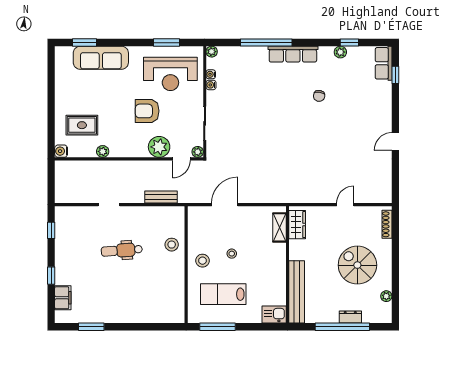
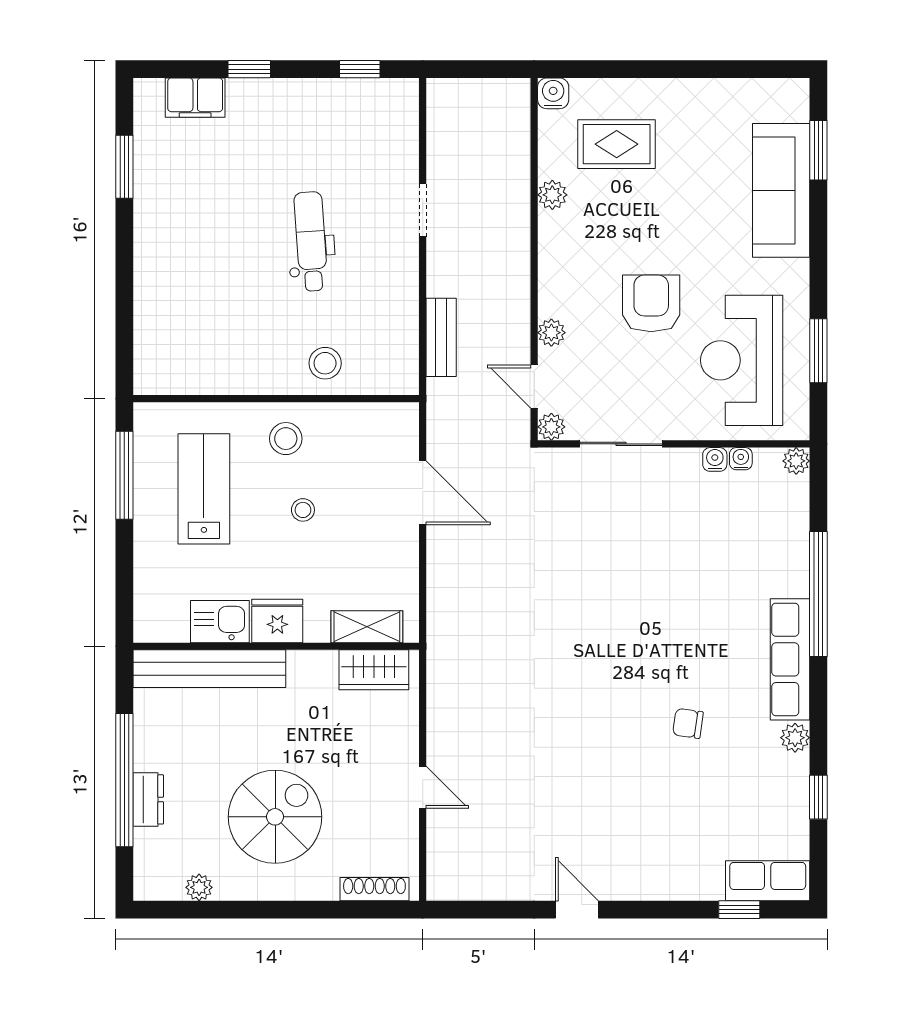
plant: (340, 52) -> (795, 738), moved
rug: (82, 125) -> (617, 144), turned 90
plant: (159, 147) -> (551, 333), width x0.53, depth x0.53
fridge: (277, 264) -> (277, 621), added
kitchen sink: (274, 314) -> (220, 622), moved, turned -90

